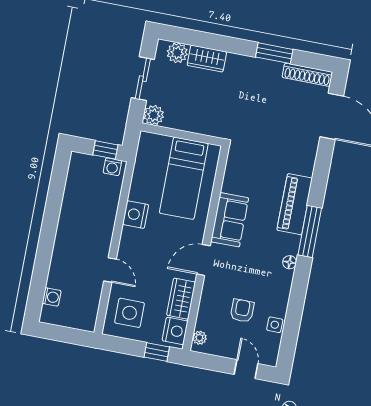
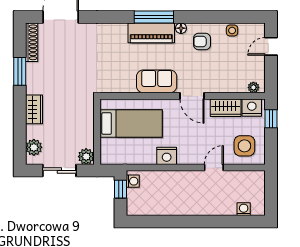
wardrobe: (207, 59) -> (34, 109), moved
piano: (295, 204) -> (151, 33), moved
armchair: (242, 311) -> (202, 42), moved

